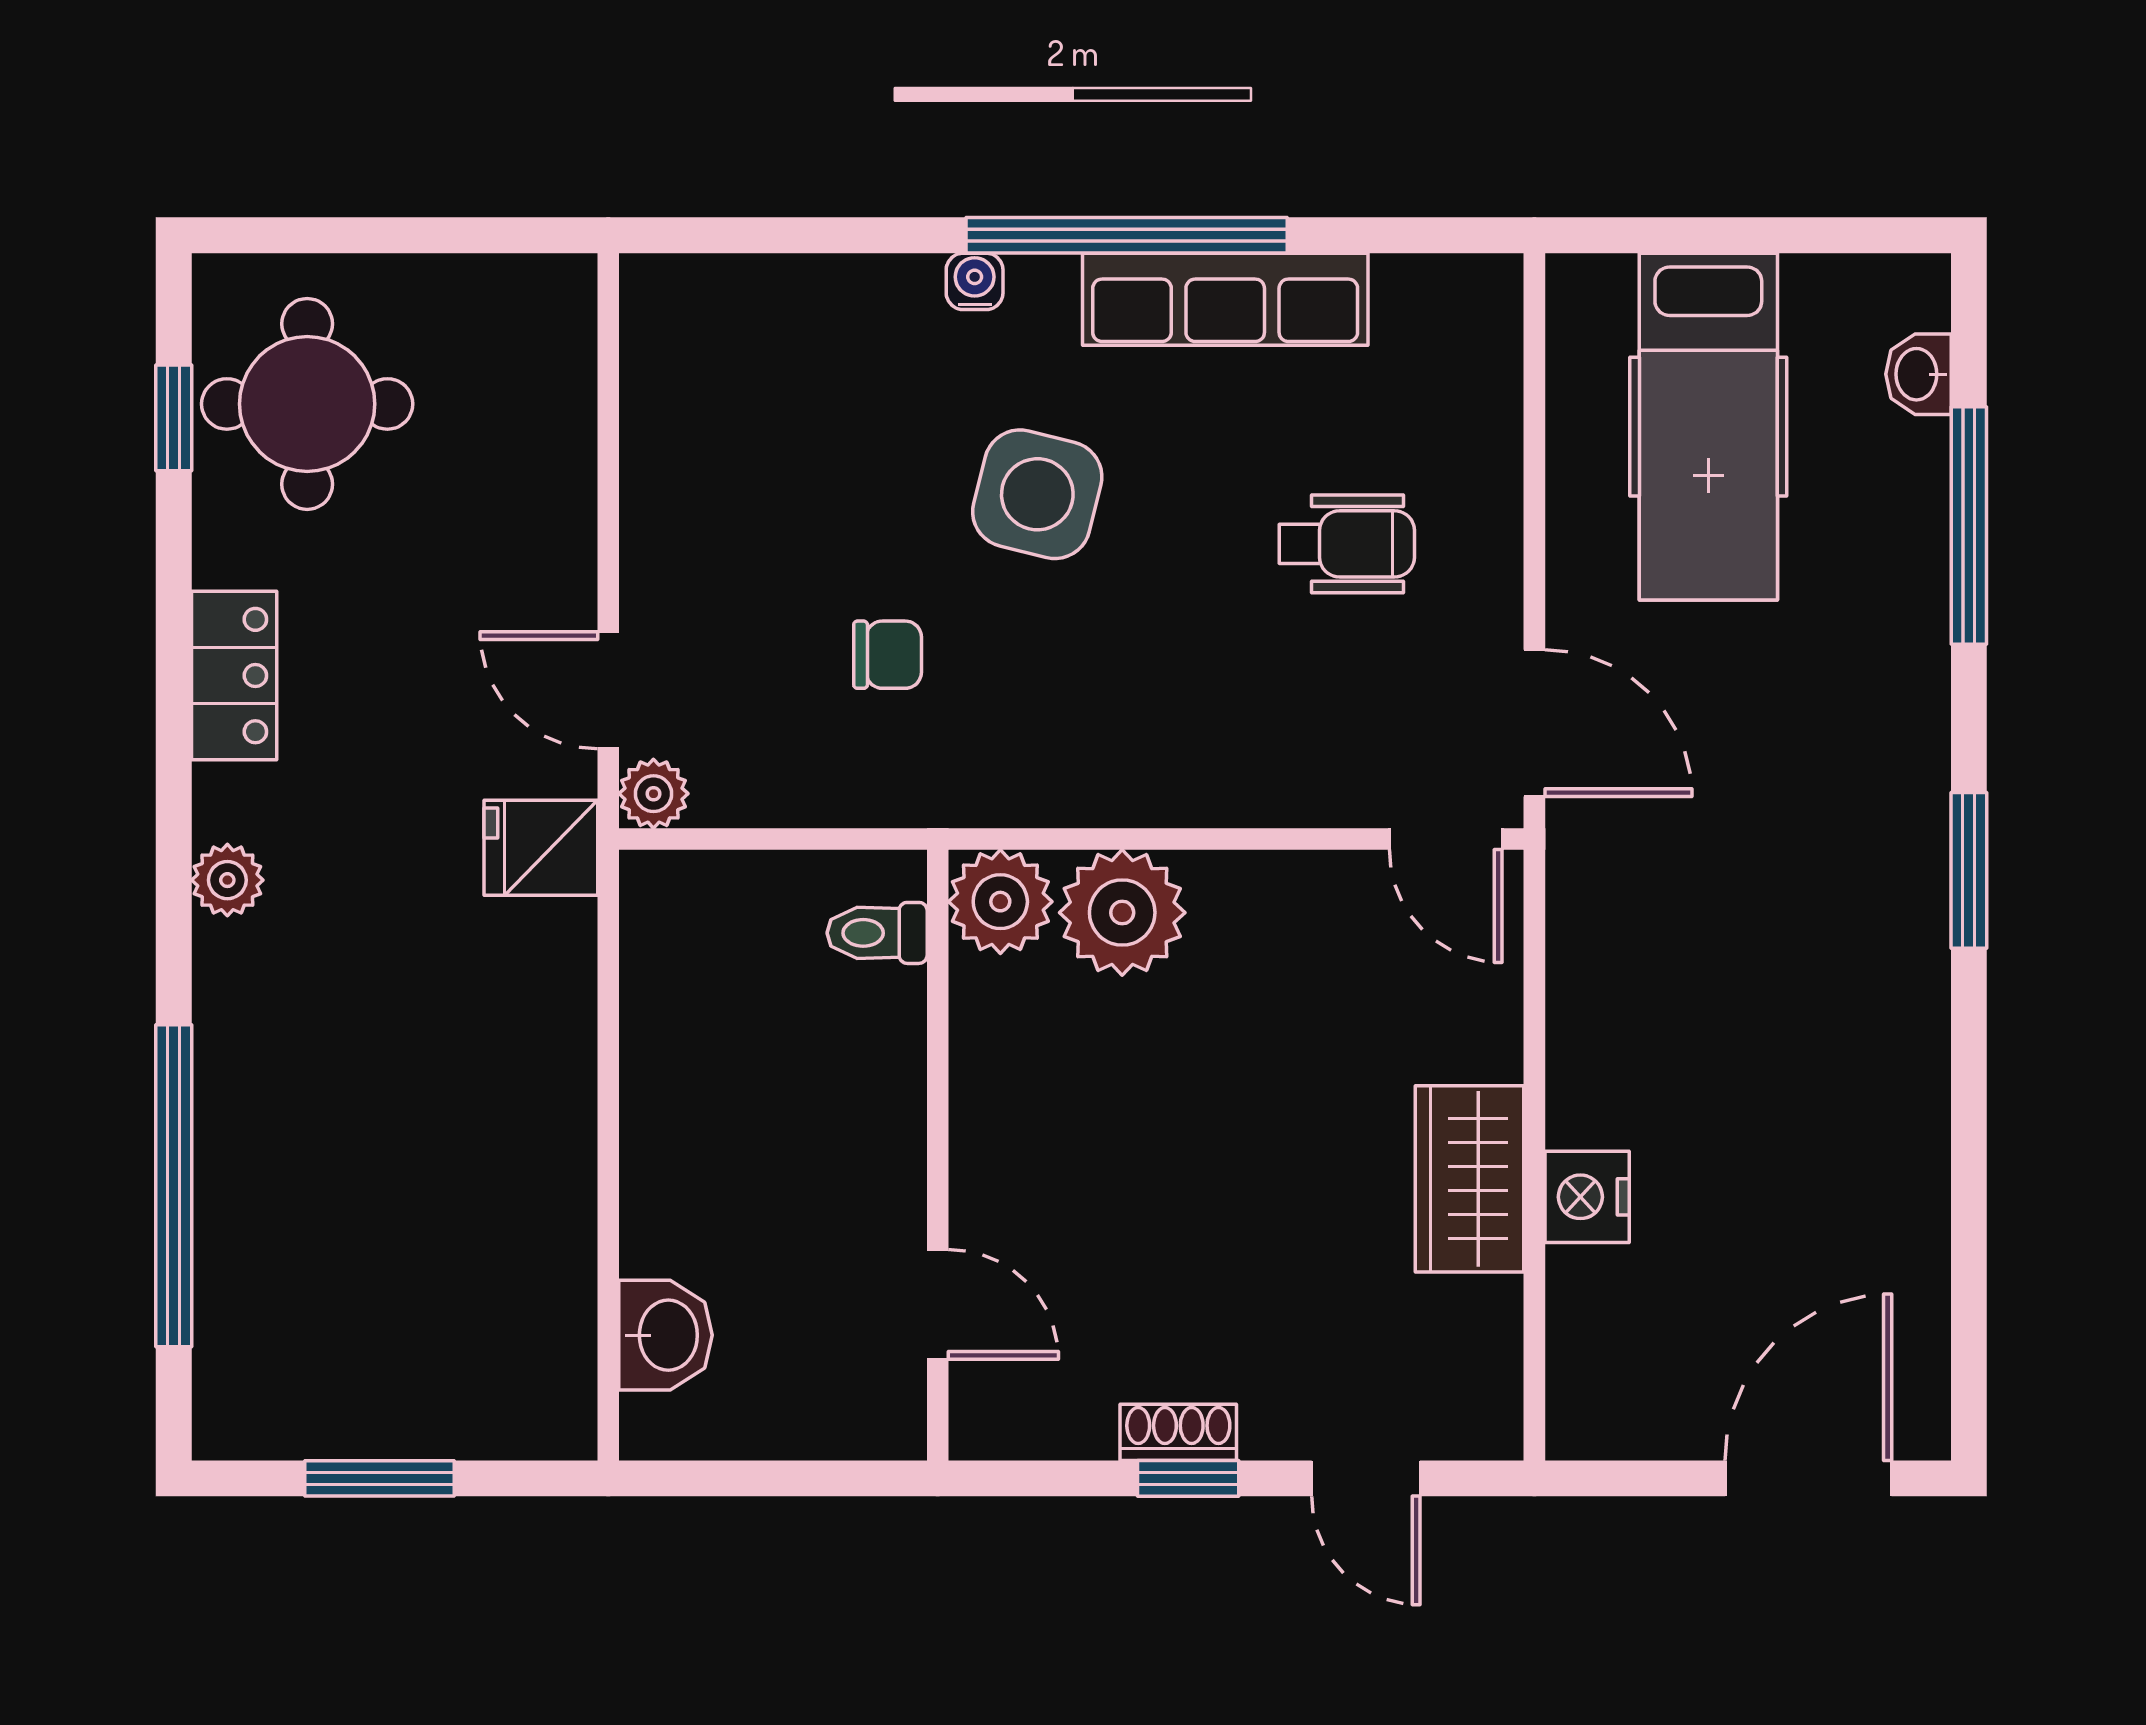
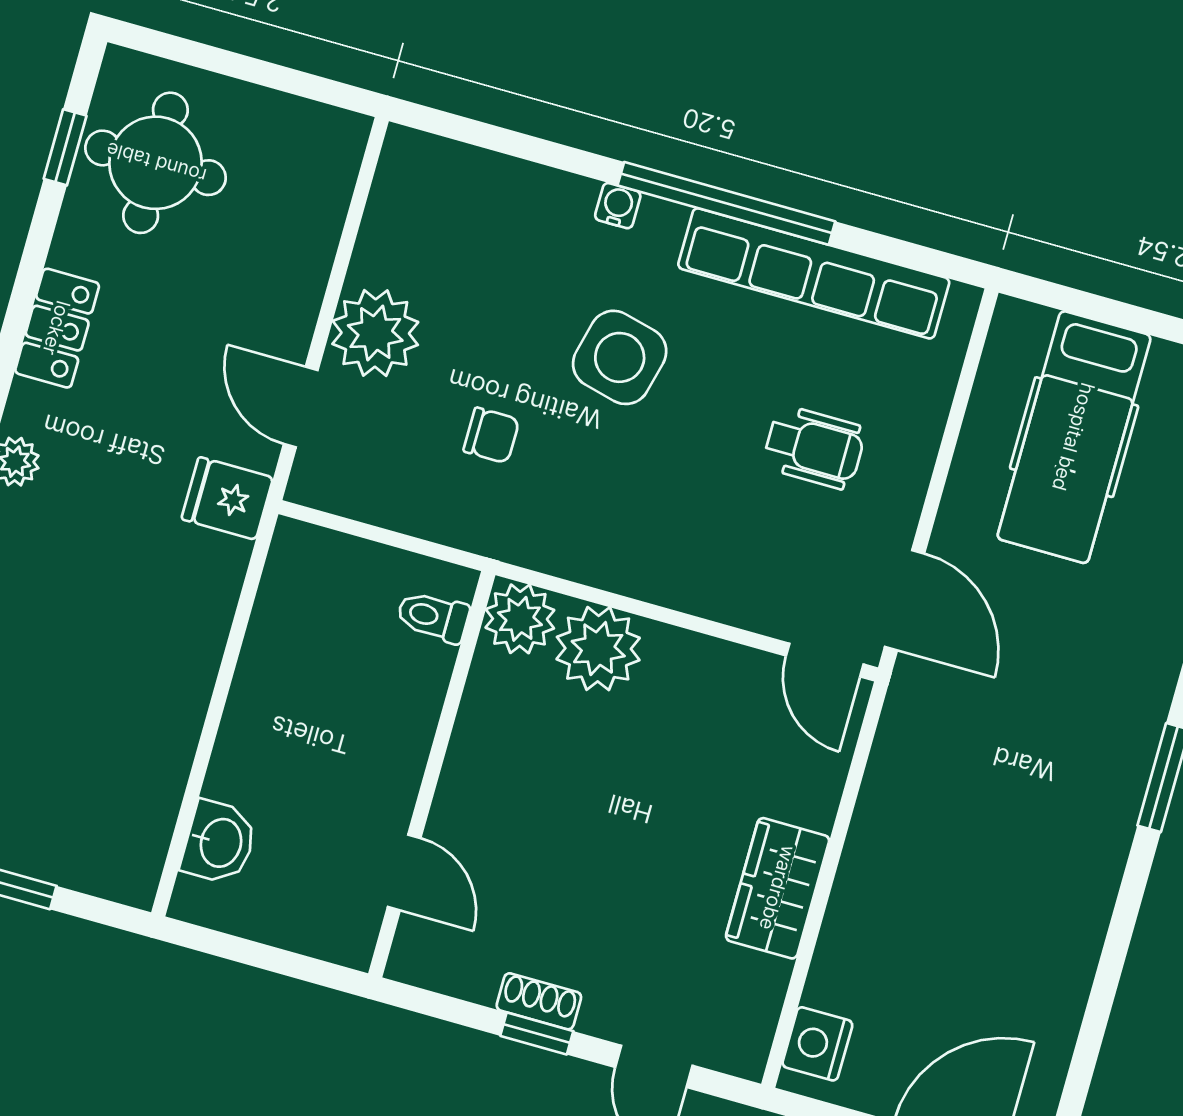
row of seats: (1225, 299) -> (814, 273), width x1.36
plant: (653, 794) -> (375, 333), moved, width x1.88, depth x1.88
nightstand: (1587, 1197) -> (817, 1044), moved

